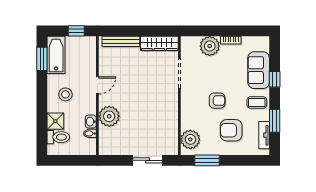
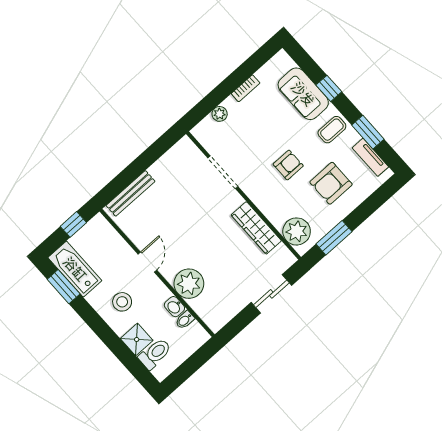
wardrobe: (159, 43) -> (256, 228), moved, turned 90
plant: (210, 46) -> (220, 114), width x0.53, depth x0.53

